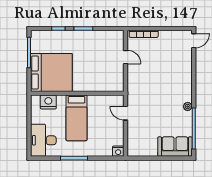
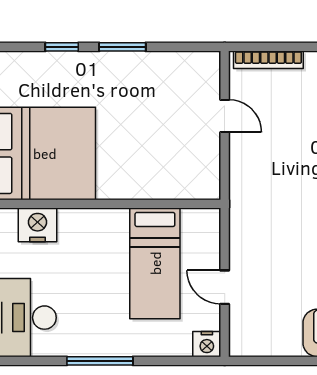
door: (126, 113) -> (225, 287), moved
bed: (77, 118) -> (155, 263), moved

